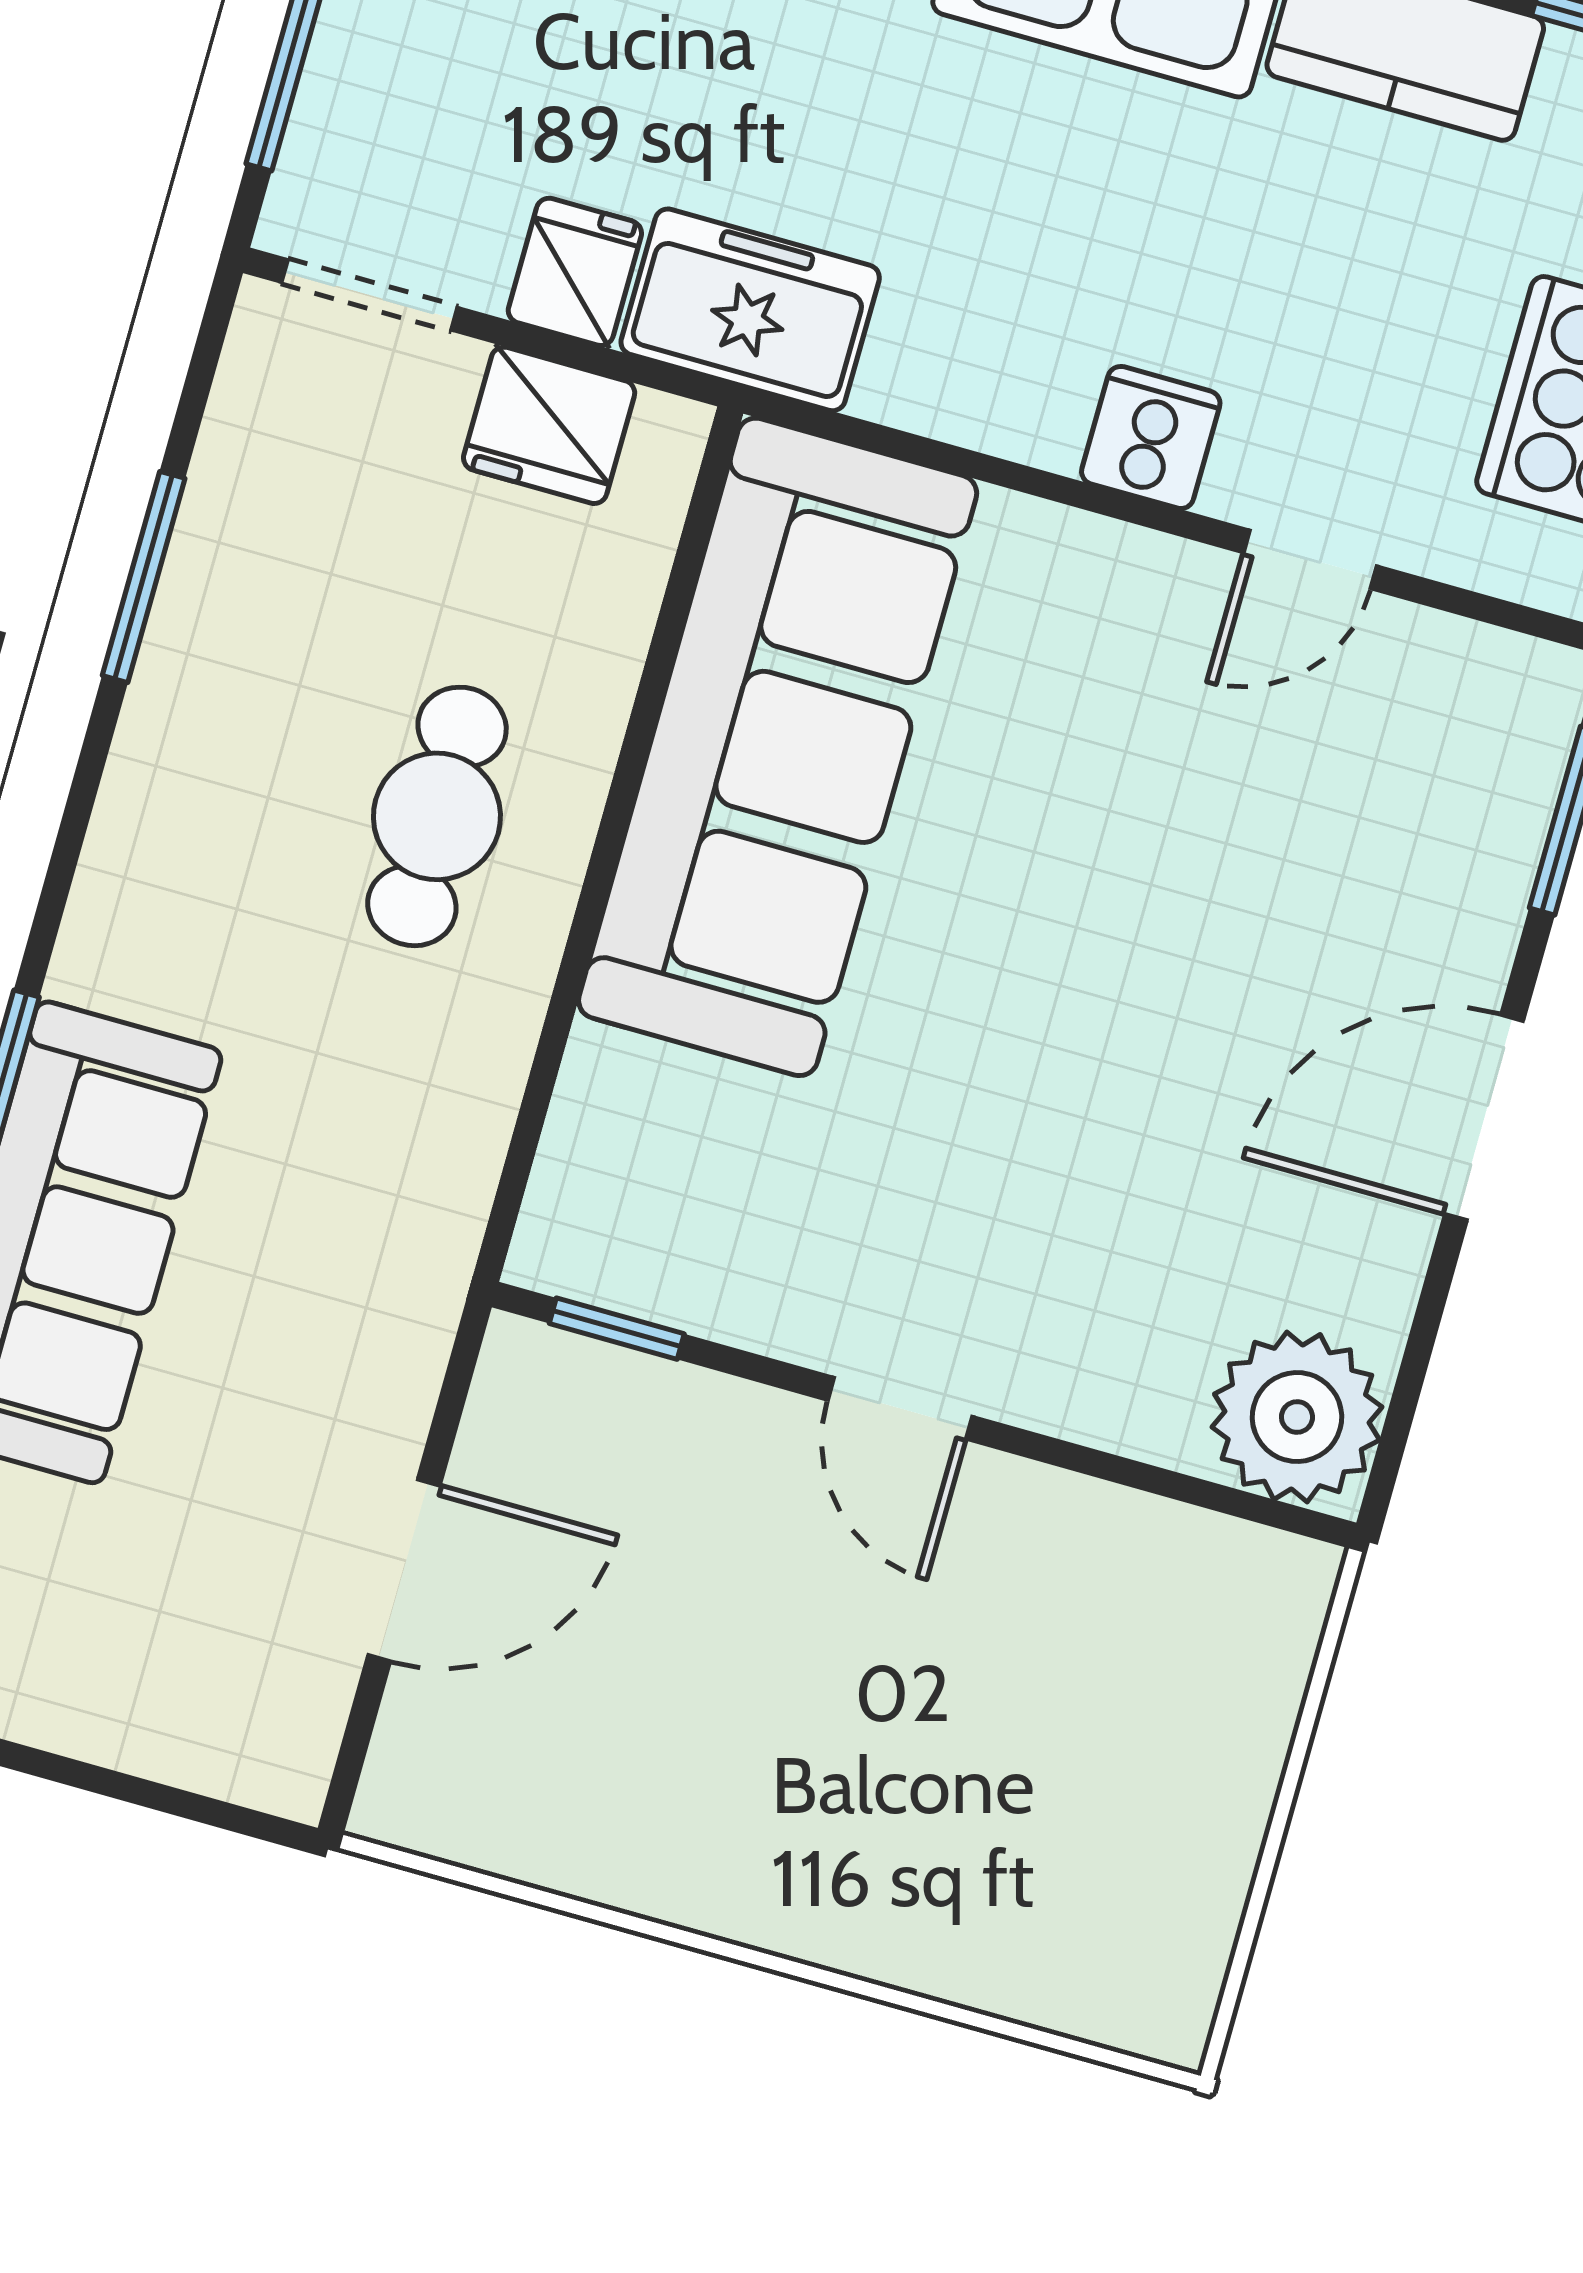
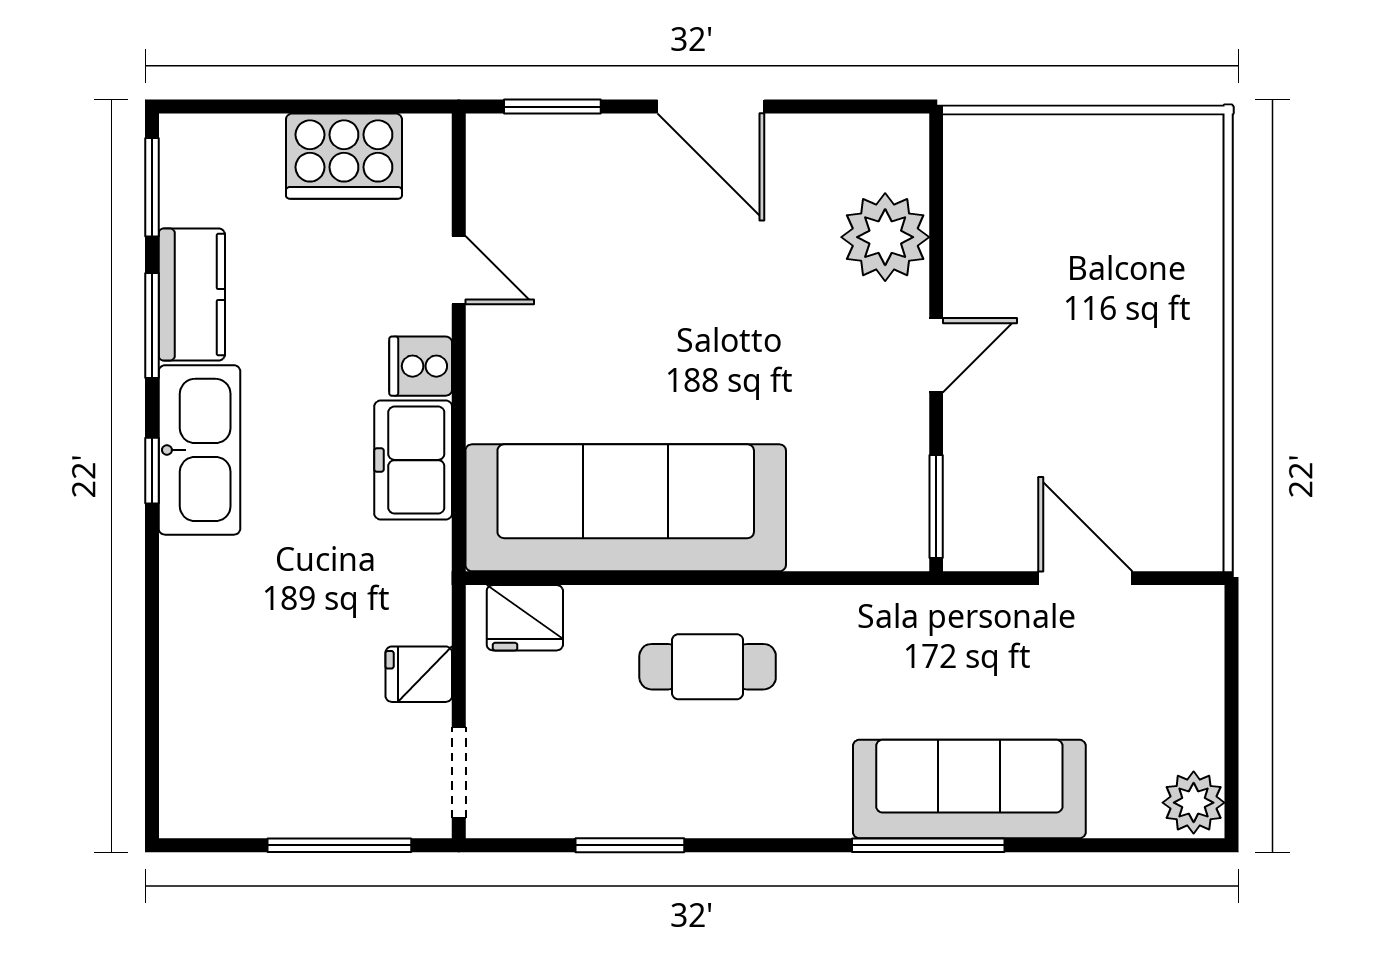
freezer: (750, 310) -> (413, 460), moved
fridge: (549, 425) -> (525, 618), moved, turned 90
window: (617, 1329) -> (936, 506), width x1.50
plant: (1297, 1417) -> (885, 237), moved

